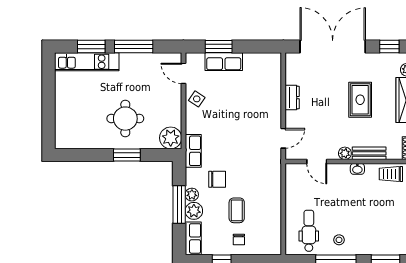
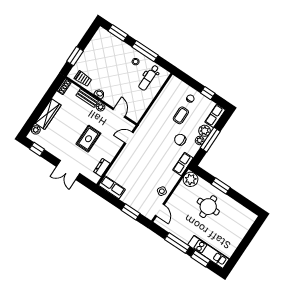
double door: (333, 47) -> (68, 170), width x0.54
row of seats: (224, 62) -> (112, 187), moved
dresser: (292, 98) -> (102, 168), moved
rug: (360, 100) -> (88, 139), moved

